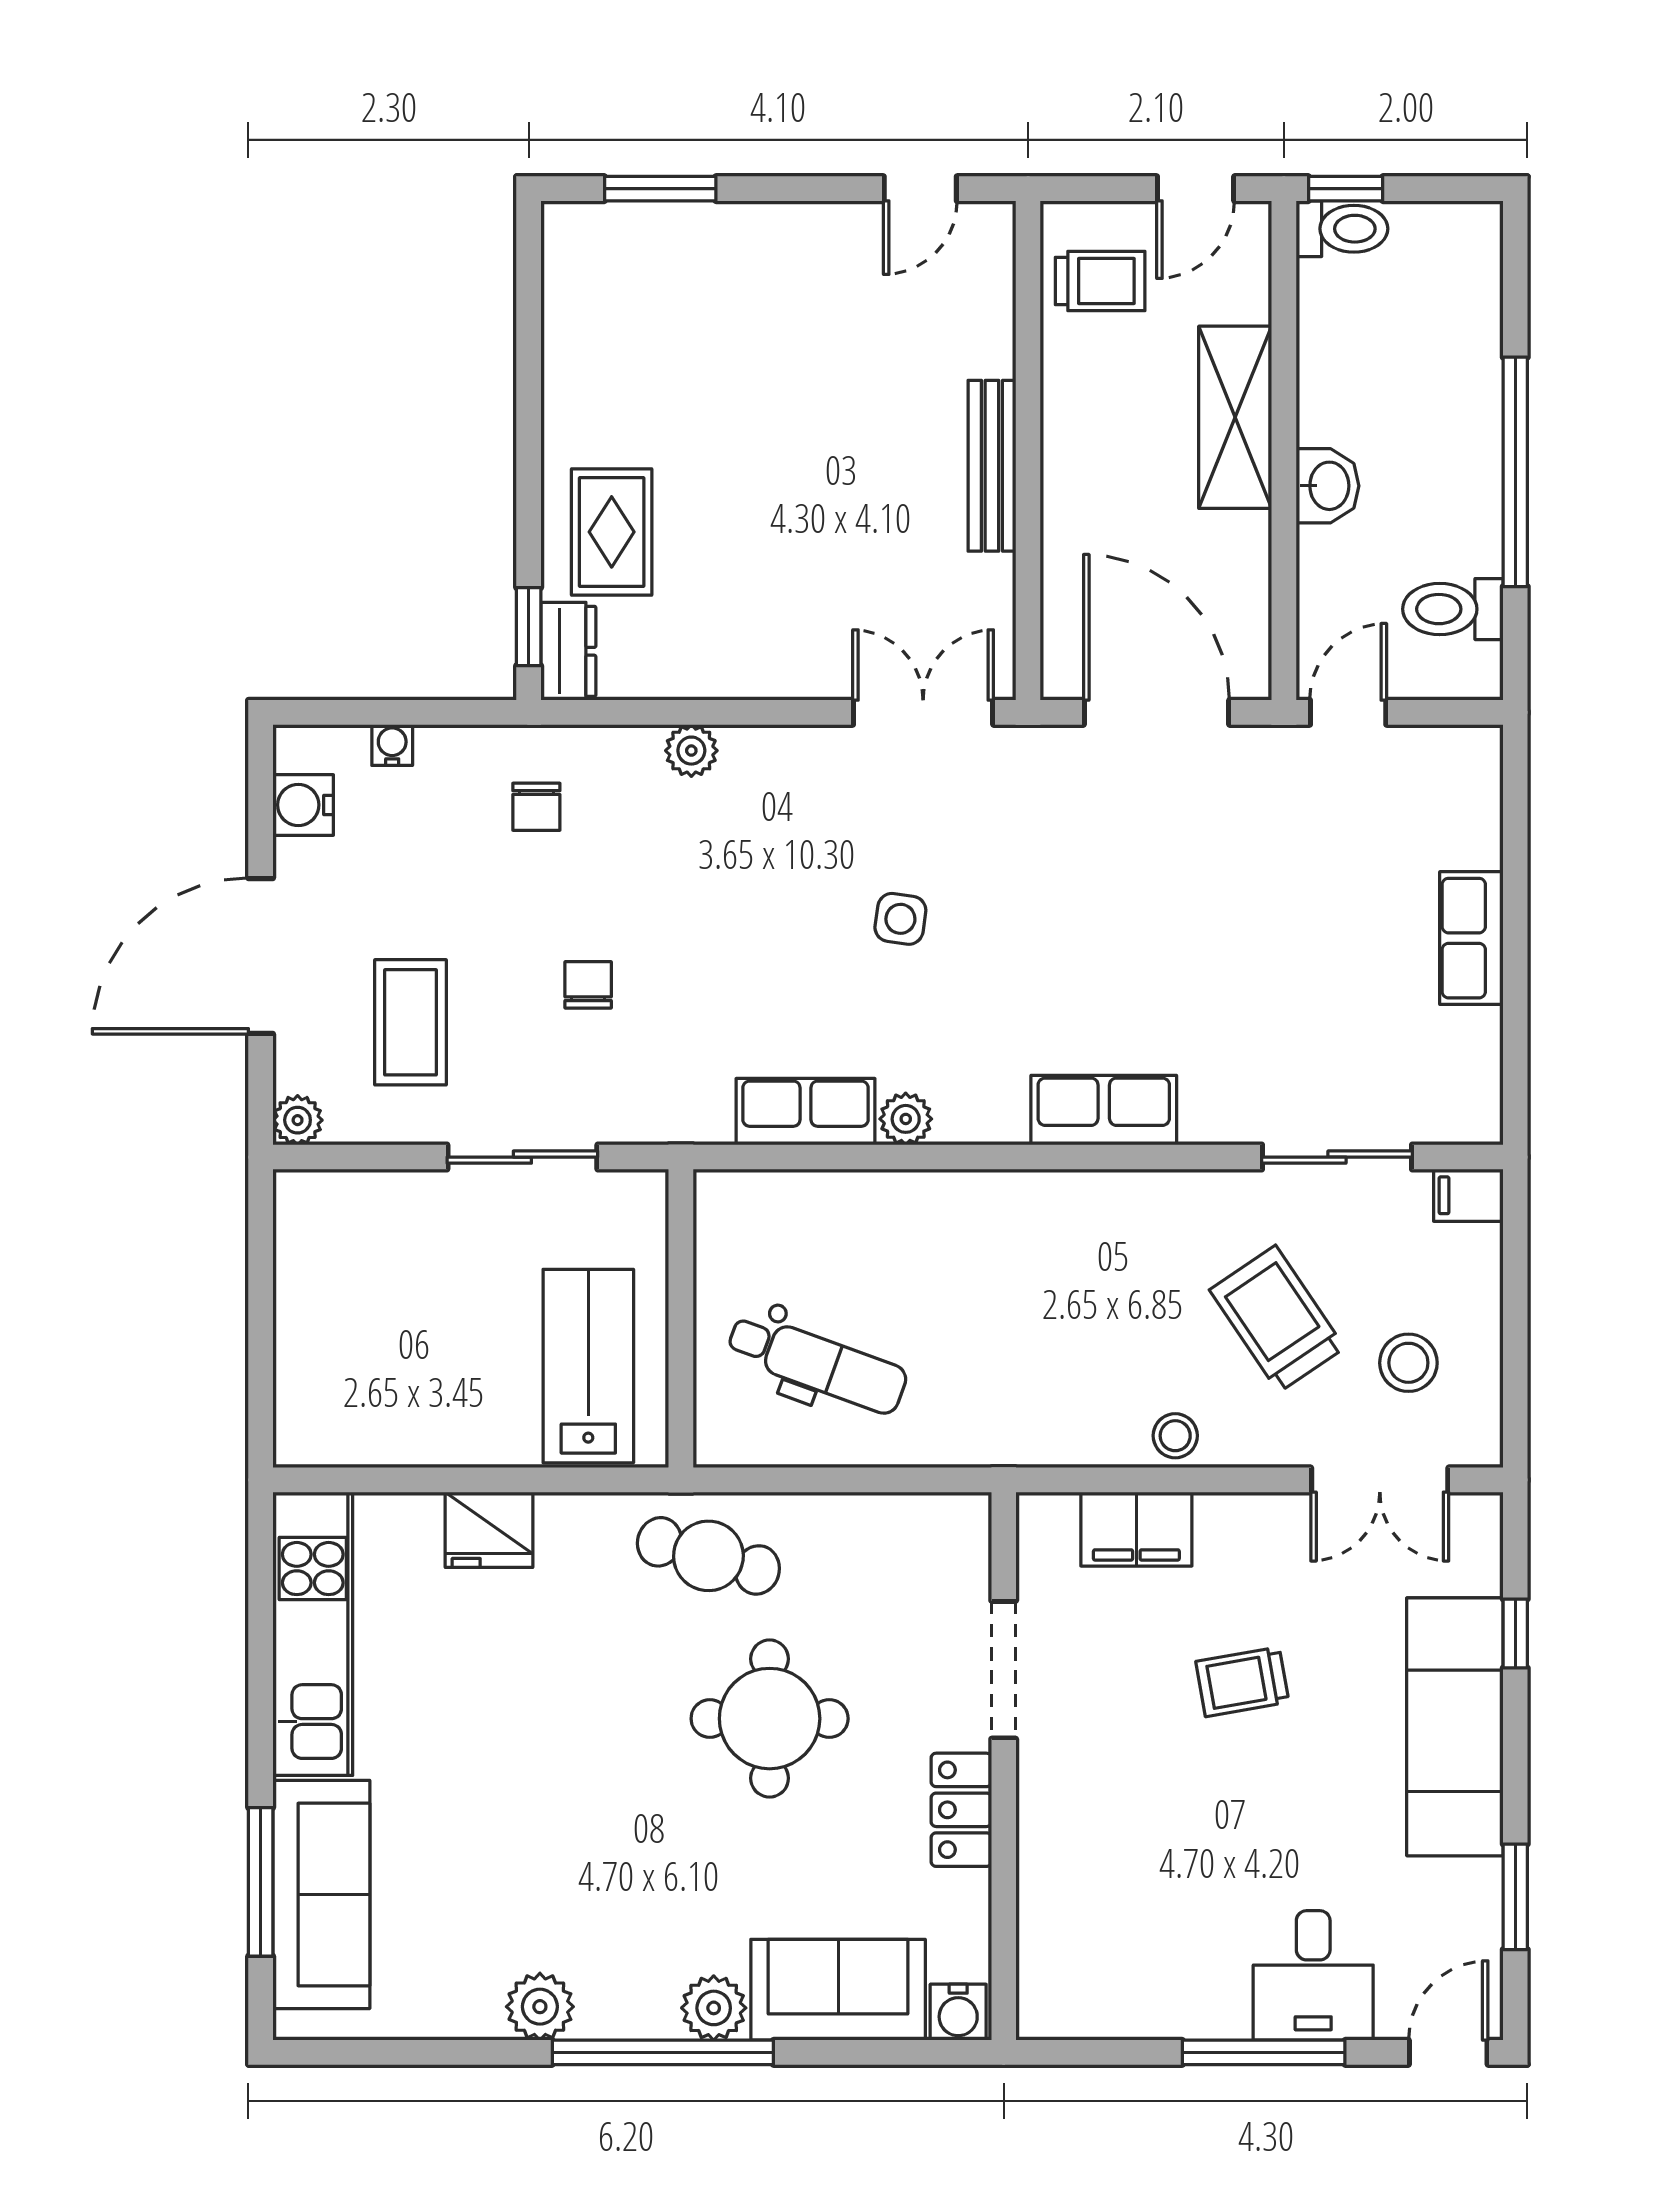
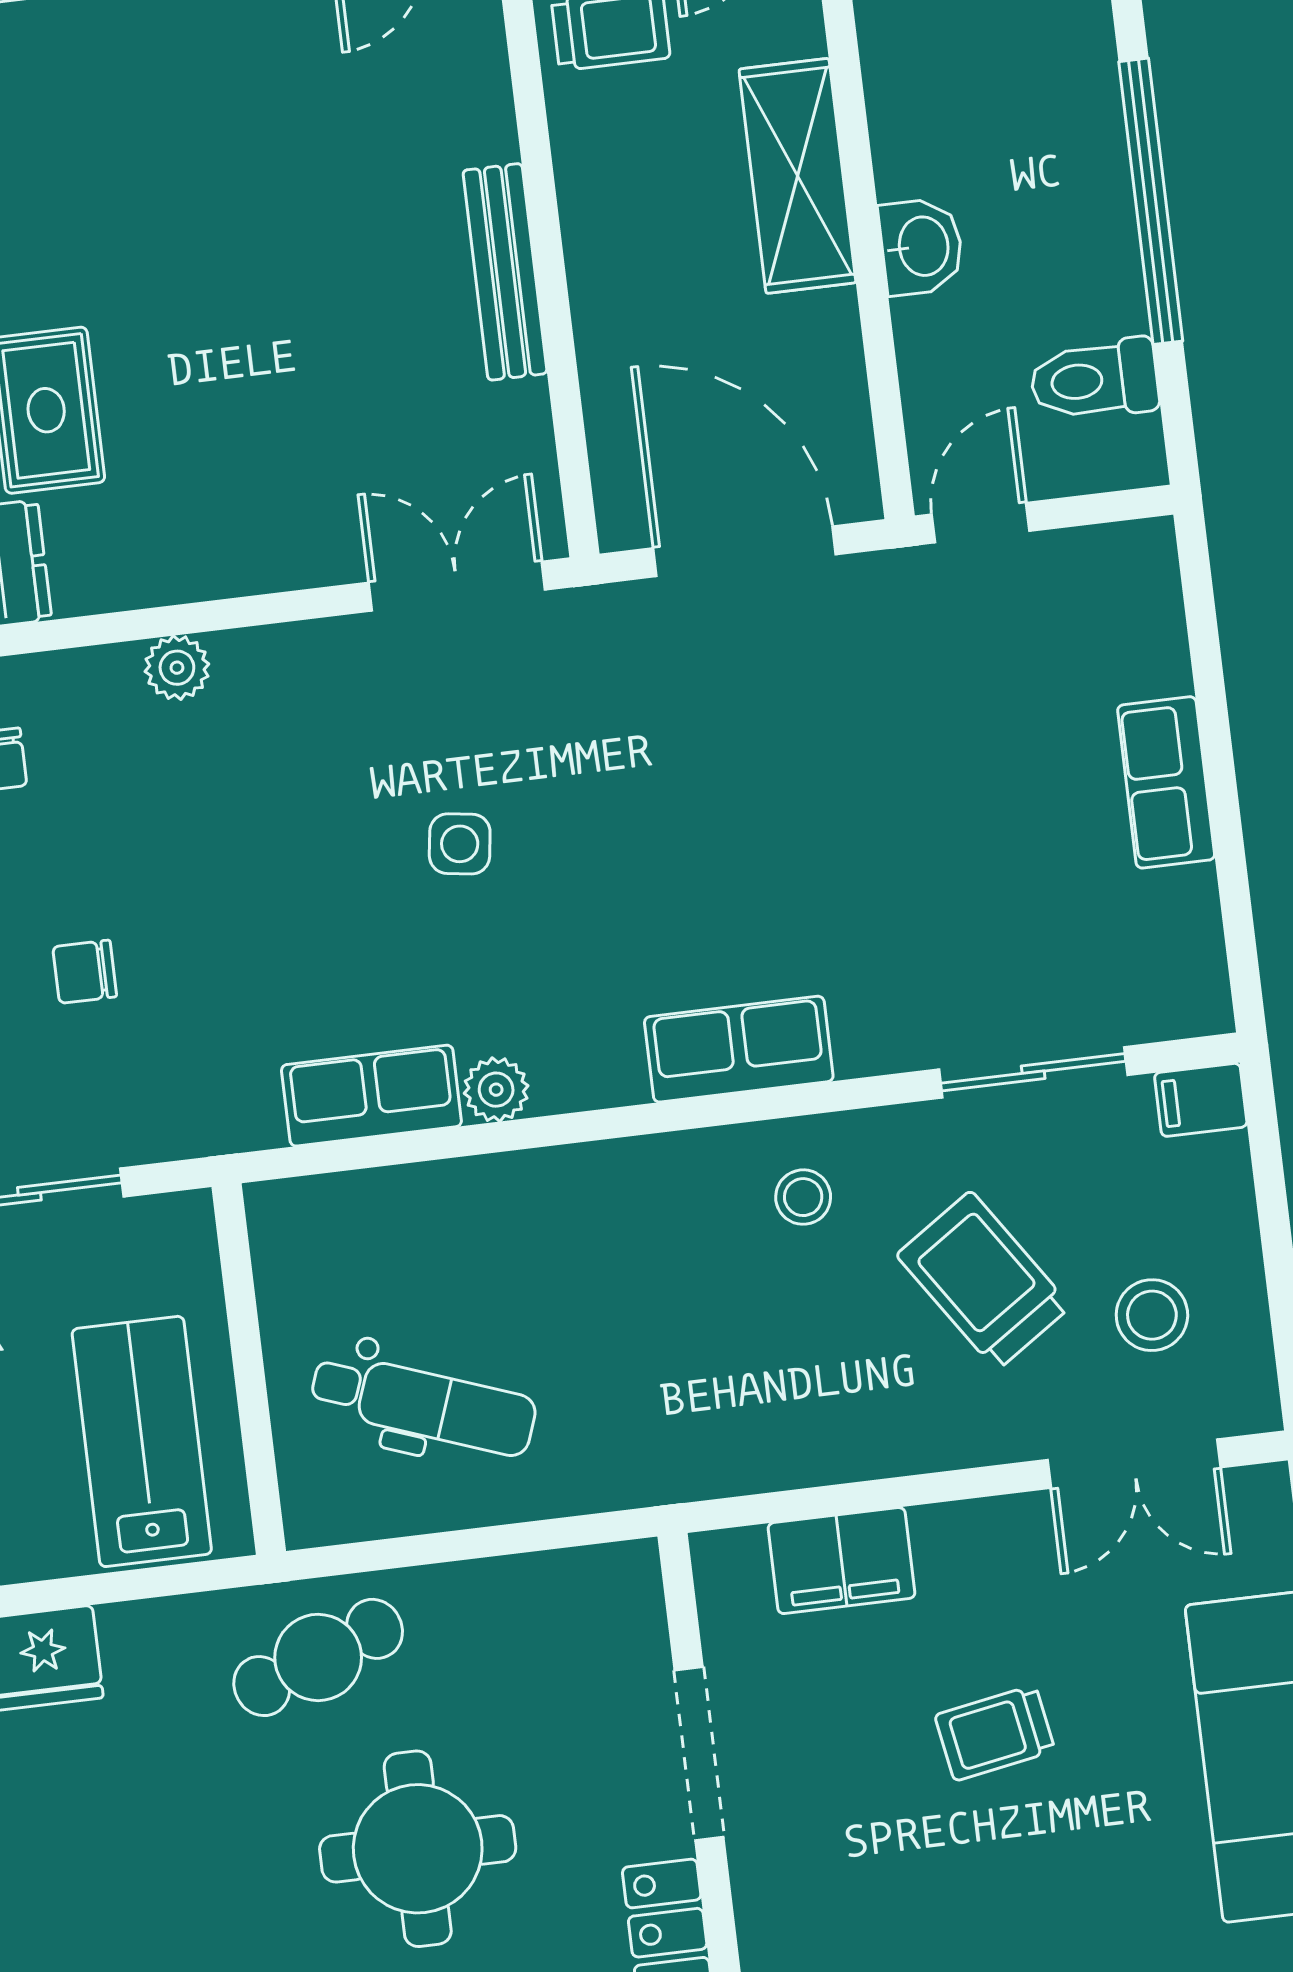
chair: (588, 985) -> (85, 972), turned -90
stool: (1175, 1436) -> (803, 1197), moved
cafe table: (708, 1556) -> (318, 1657), turned -36

